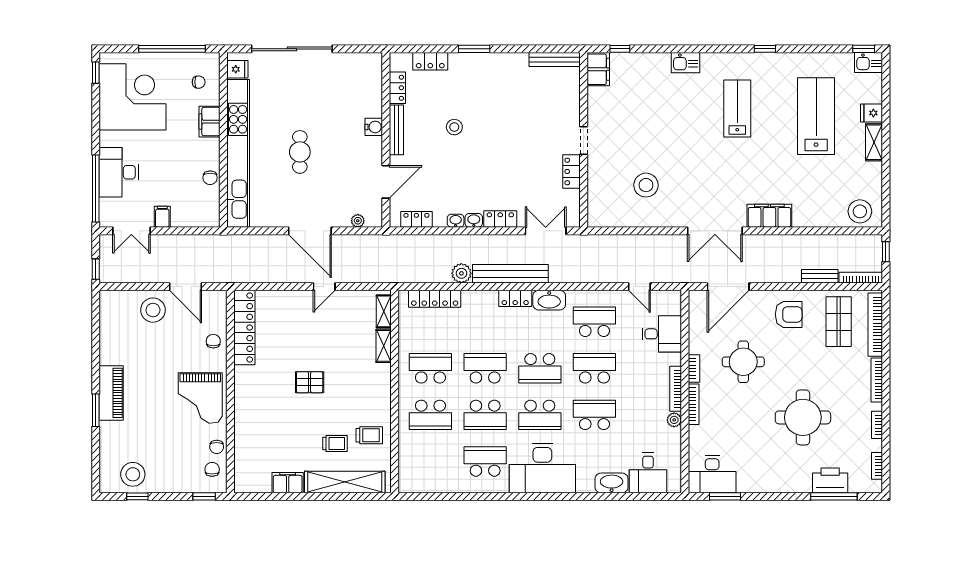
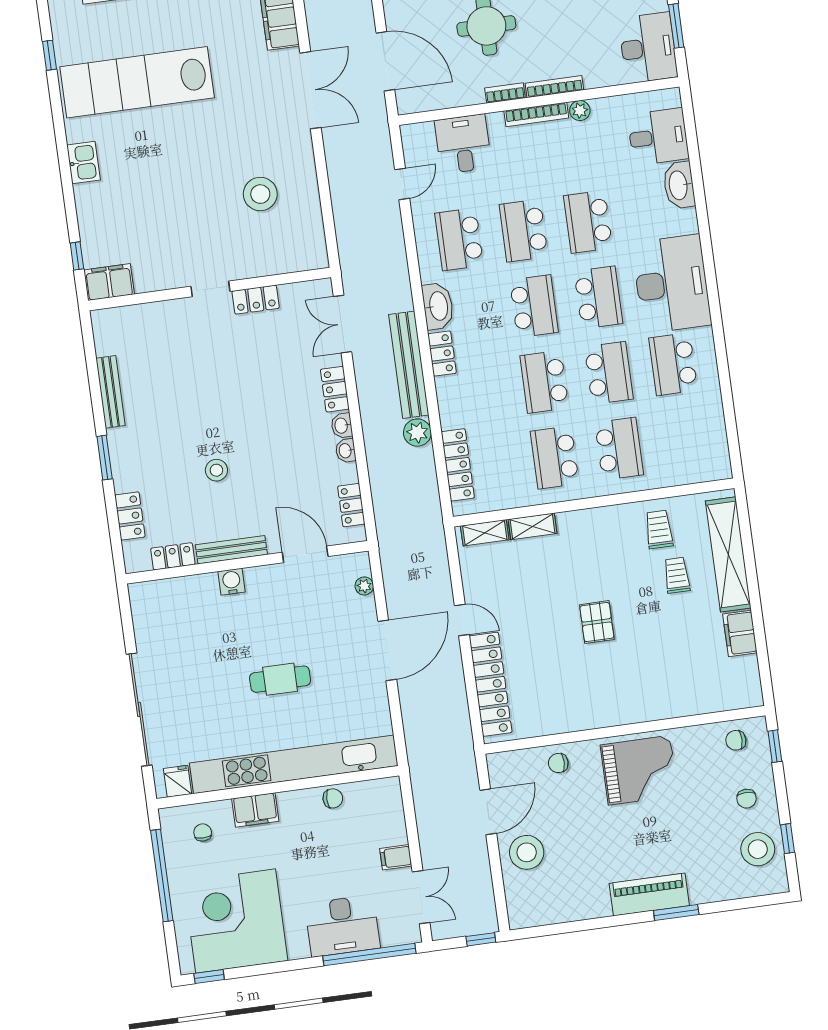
bench: (555, 60) -> (111, 392), moved
lab bench: (737, 108) -> (137, 82), width x1.86, depth x1.39
locker: (244, 328) -> (491, 684), moved, turned 90
chair: (217, 447) -> (747, 799), moved, turned 90

